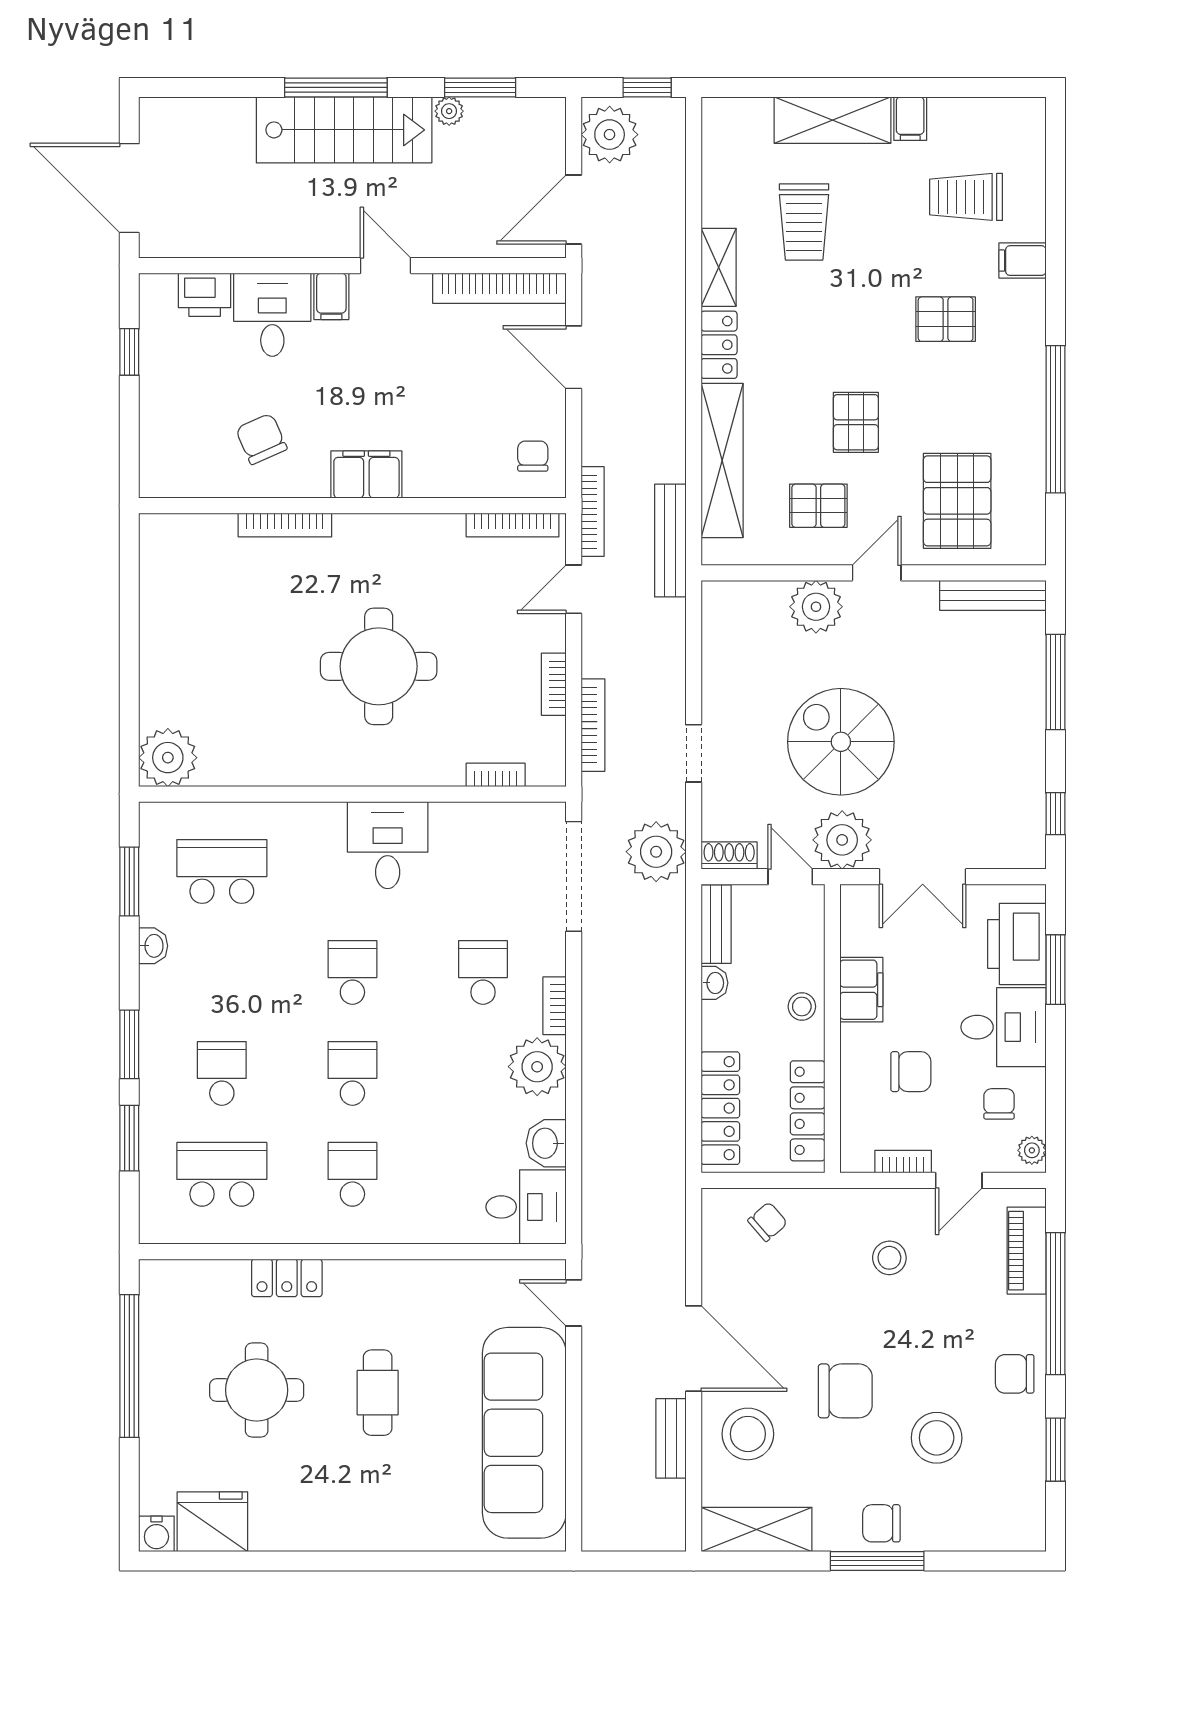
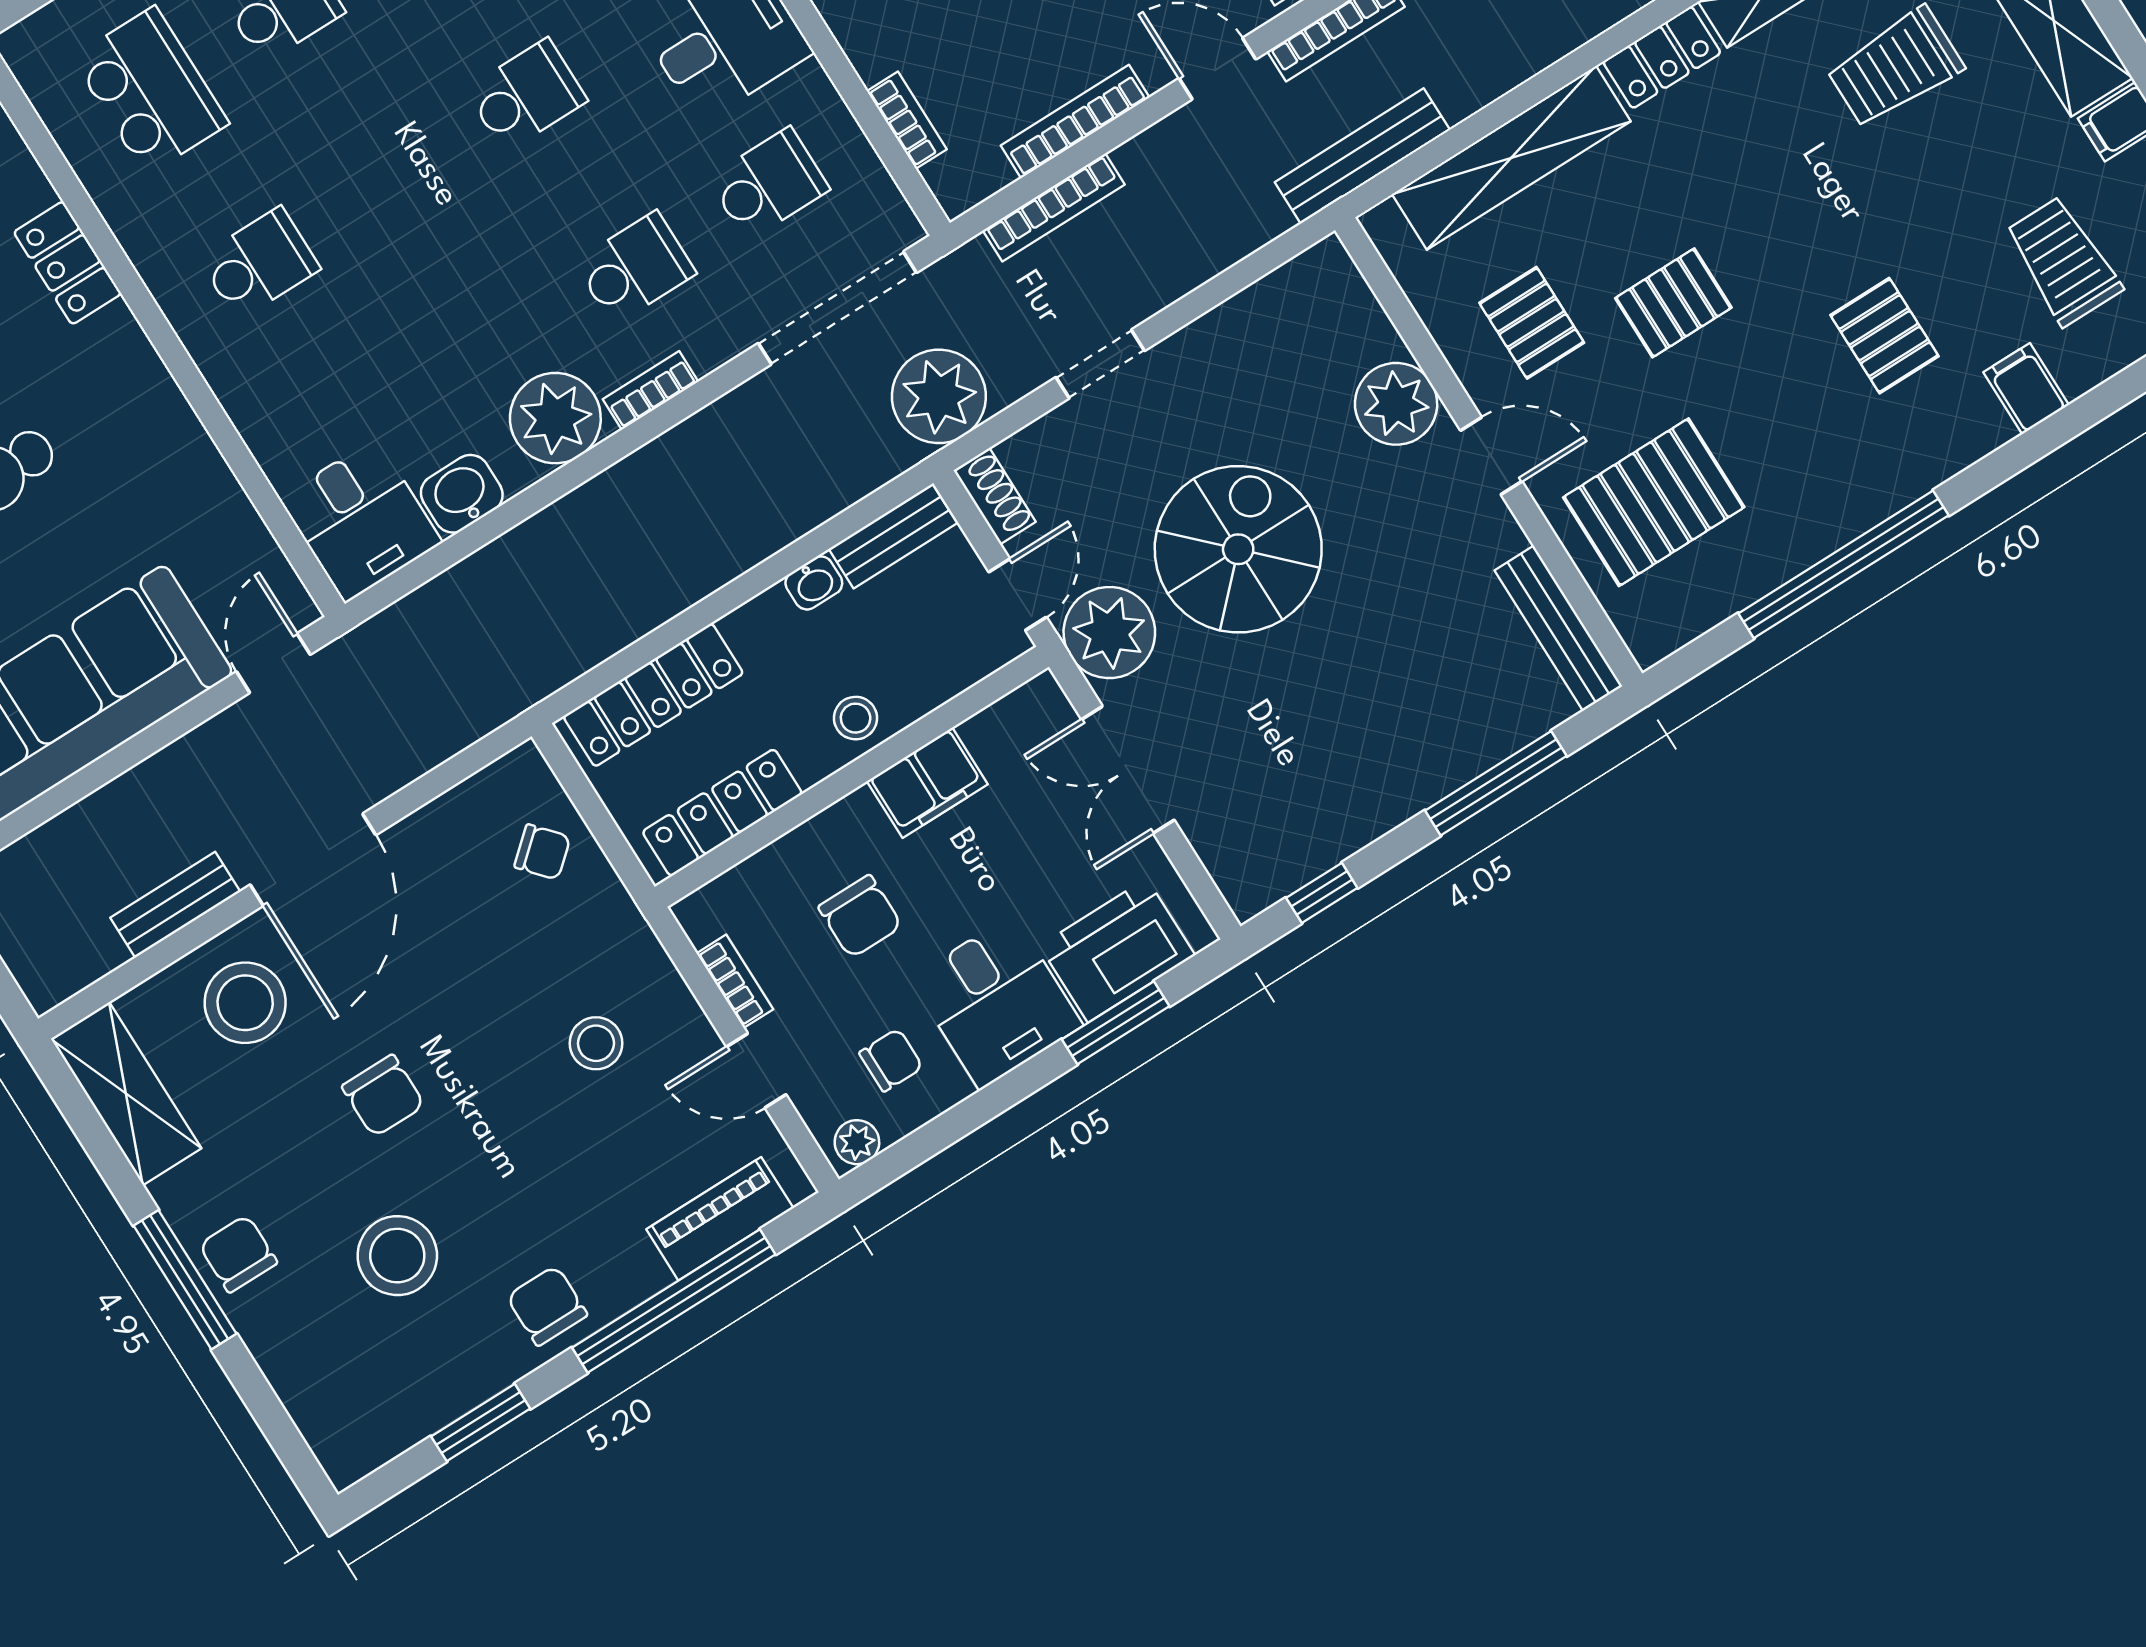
bookcase: (554, 684) -> (1075, 121), width x1.56
school desk: (352, 1073) -> (769, 184), moved
chair: (845, 1391) -> (383, 1096), width x0.73, depth x0.73

